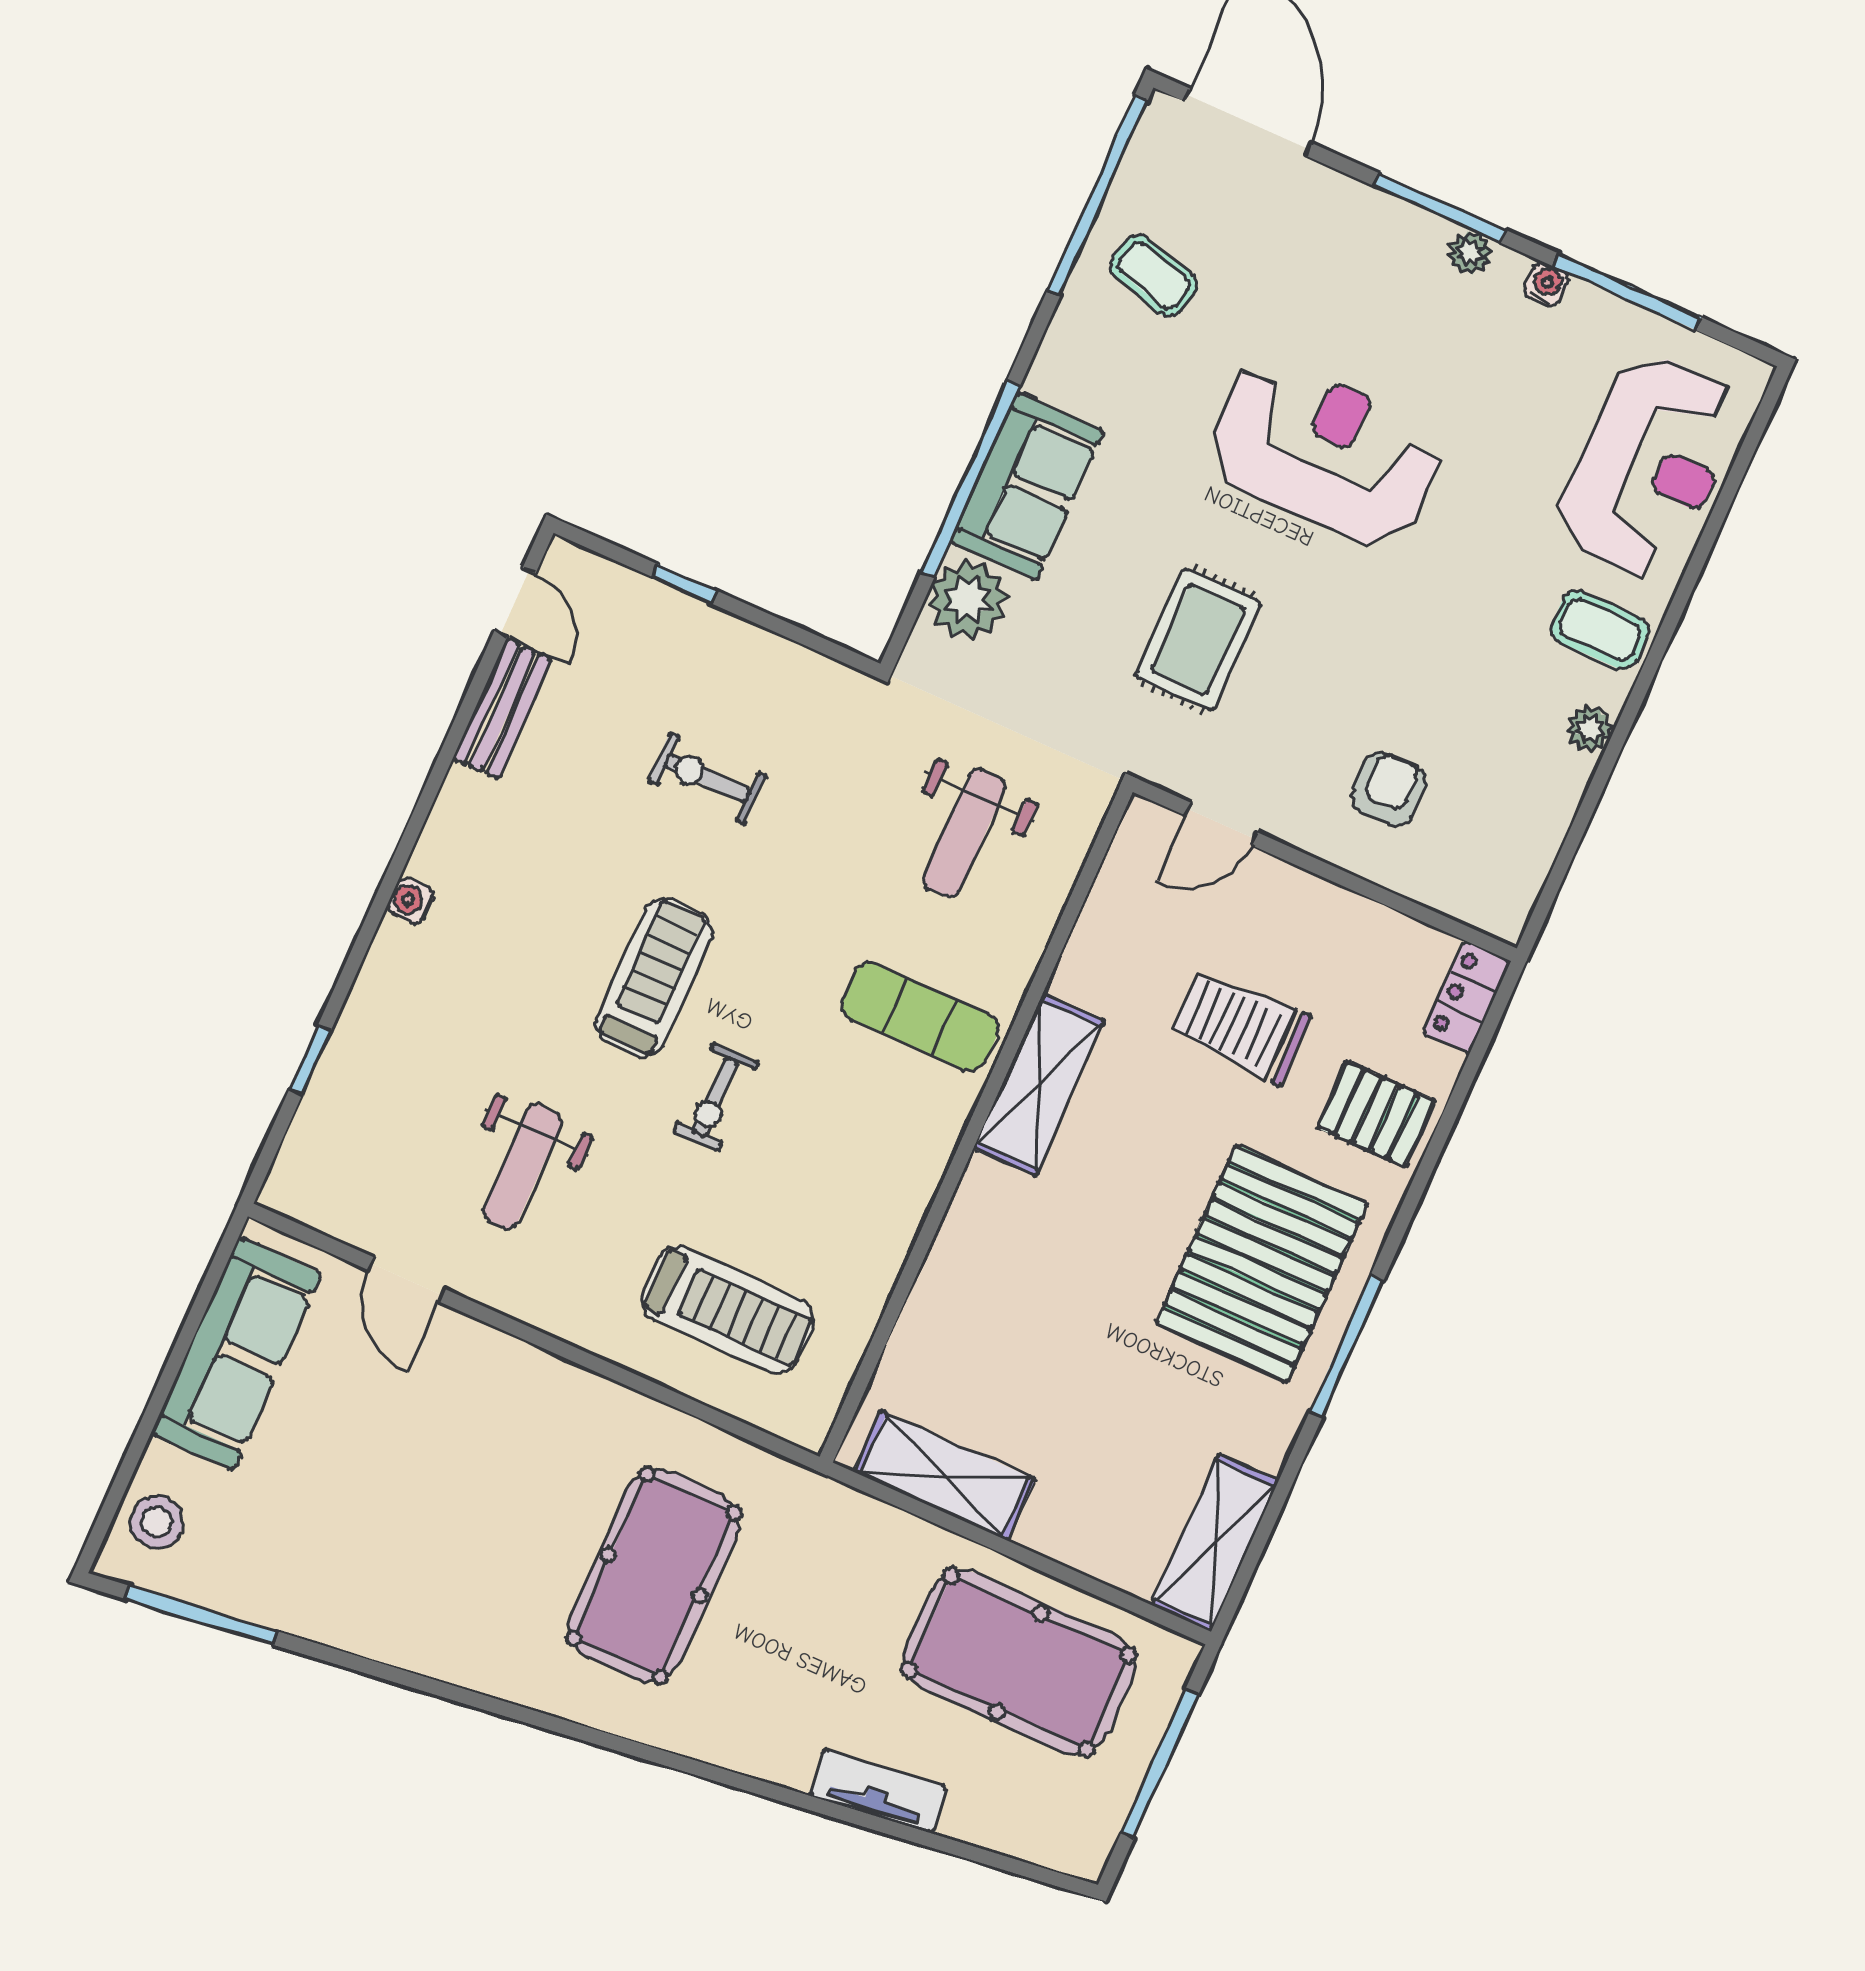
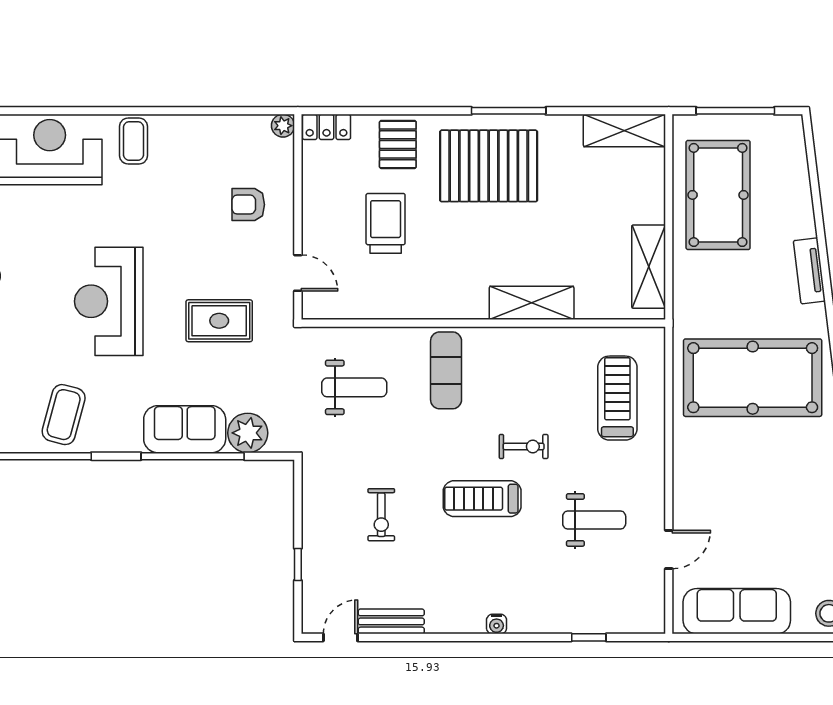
coffee table: (1154, 276) -> (64, 415), width x1.36, depth x1.30
plant: (1590, 728) -> (283, 126), moved
trolley: (1241, 1026) -> (386, 223), turned 180
shelving: (1039, 1084) -> (532, 303), moved
pool table: (654, 1576) -> (753, 378), width x1.36, depth x1.32
tv unit: (878, 1791) -> (809, 271), moved

